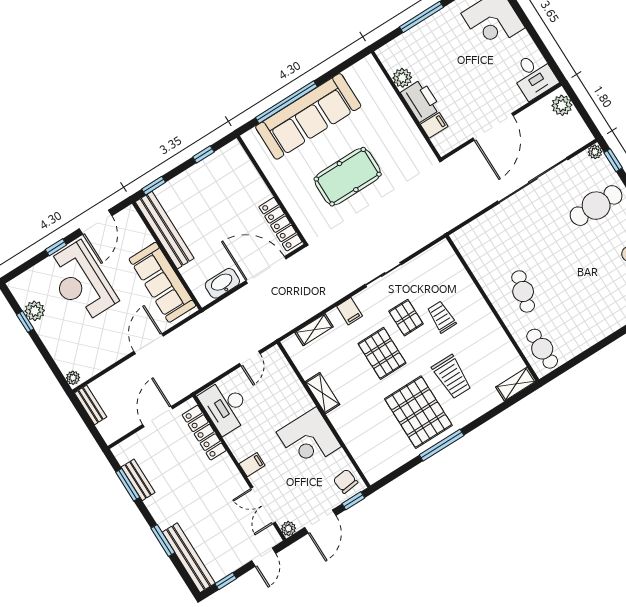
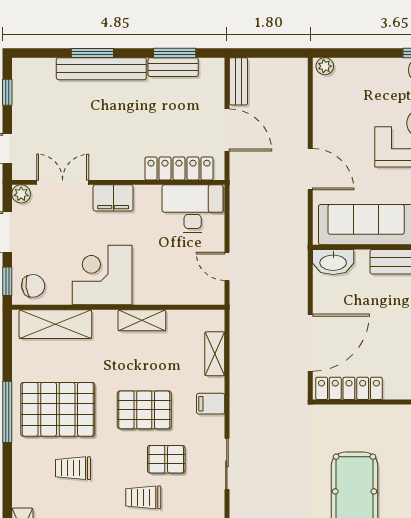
washbasin: (222, 283) -> (333, 262), moved, turned 90
trolley: (442, 317) -> (143, 497), turned 180
trolley: (452, 377) -> (73, 468), width x0.73, depth x0.72
bench: (91, 405) -> (238, 81), moved, turned 90
shelving: (362, 450) -> (55, 324), added
filing cabinet: (252, 465) -> (113, 198), width x2.00
bench: (189, 558) -> (101, 69), moved

